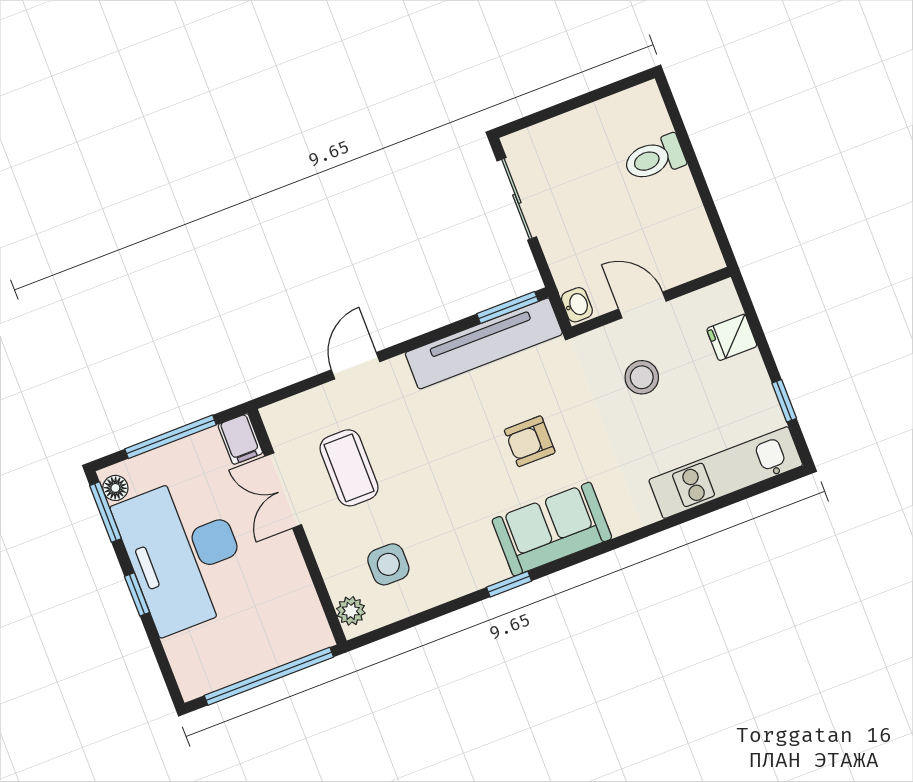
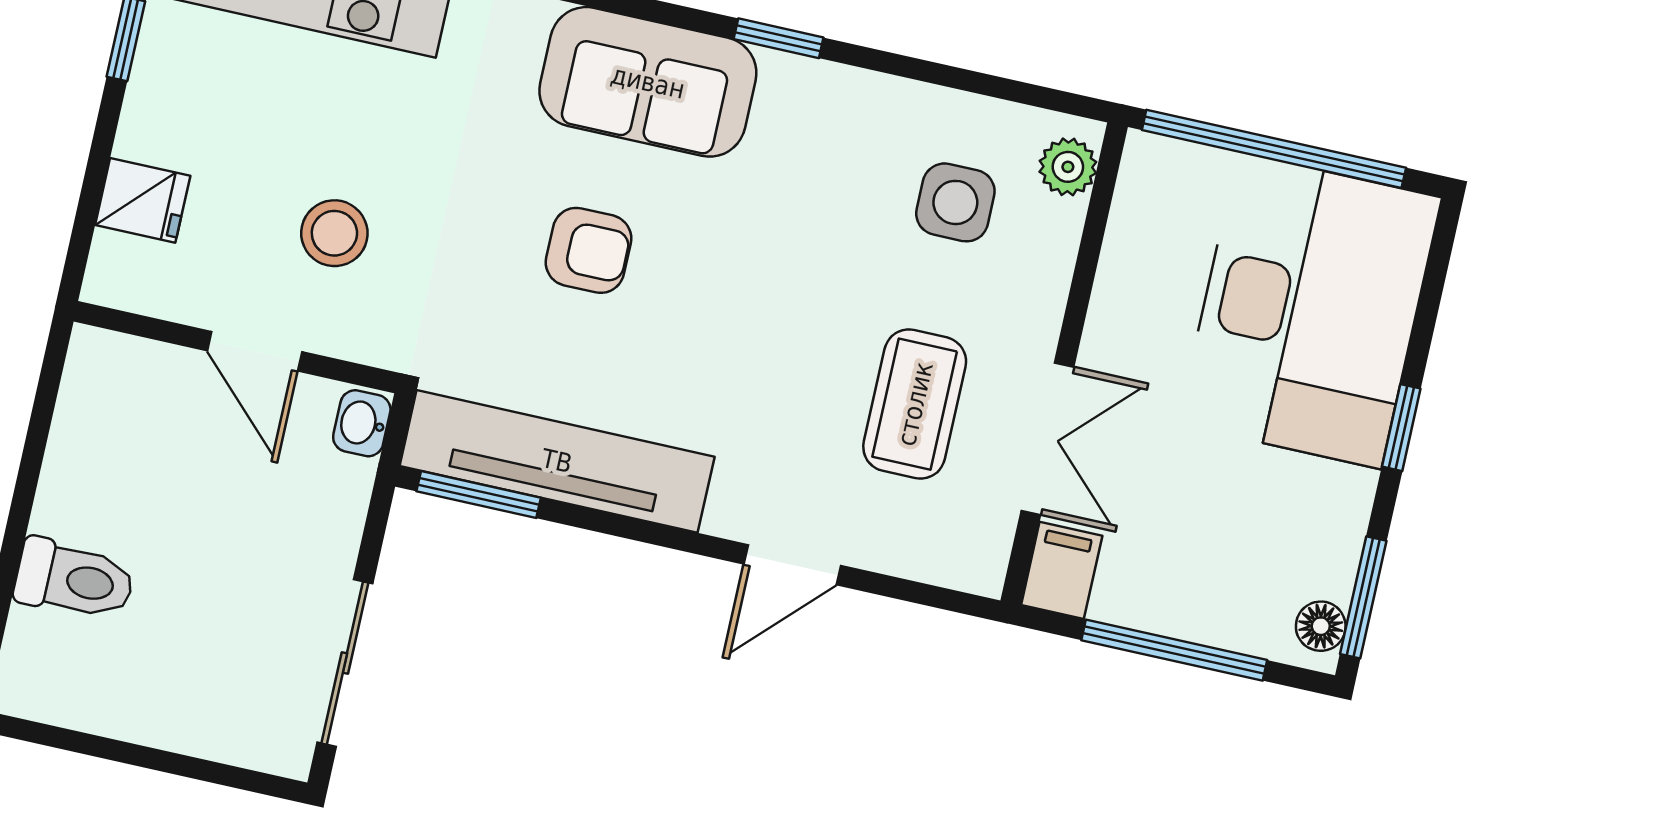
desk: (184, 554) -> (1310, 311), moved

